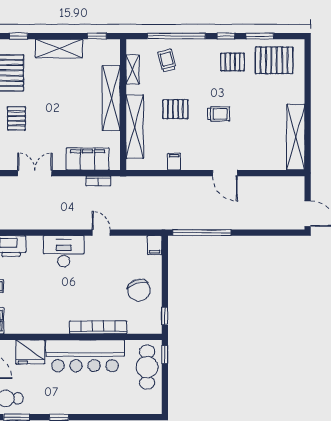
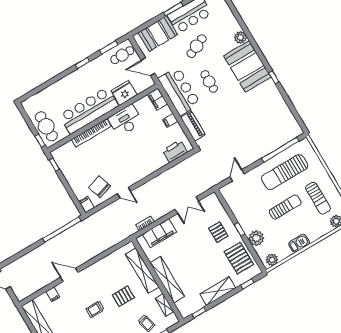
filing cabinet: (174, 162) -> (53, 294), moved
desk: (64, 251) -> (125, 120), moved, turned 180
chair: (139, 290) -> (100, 187), moved

